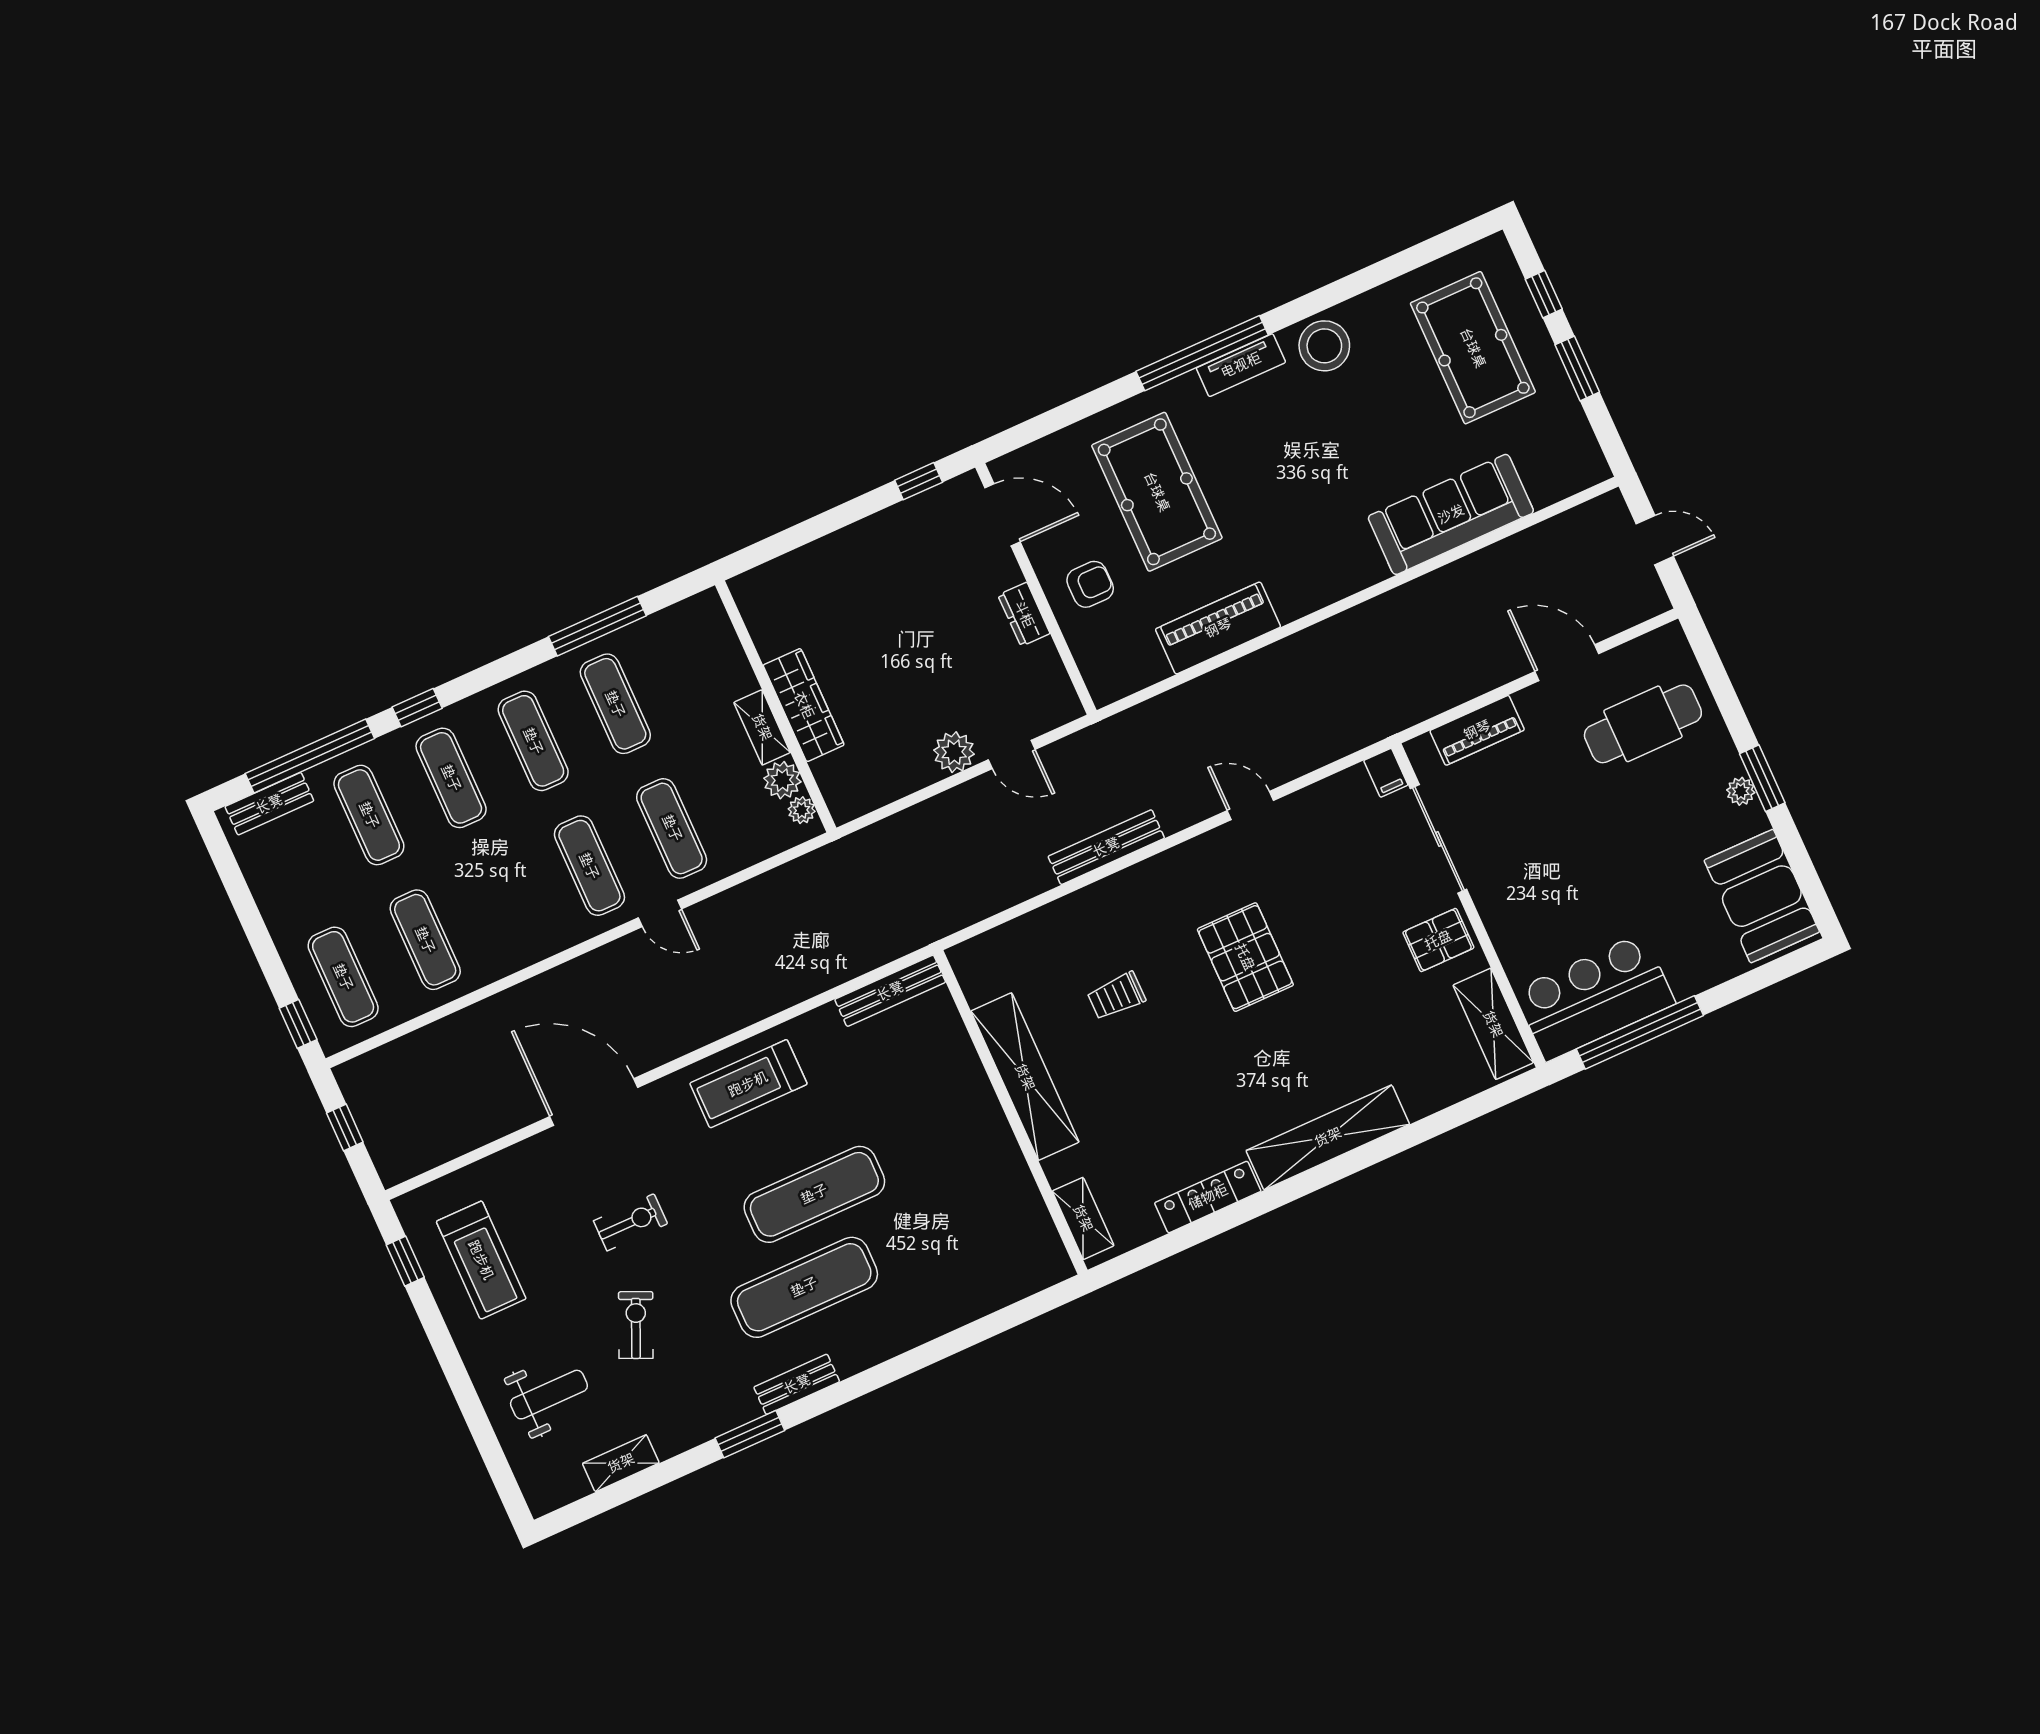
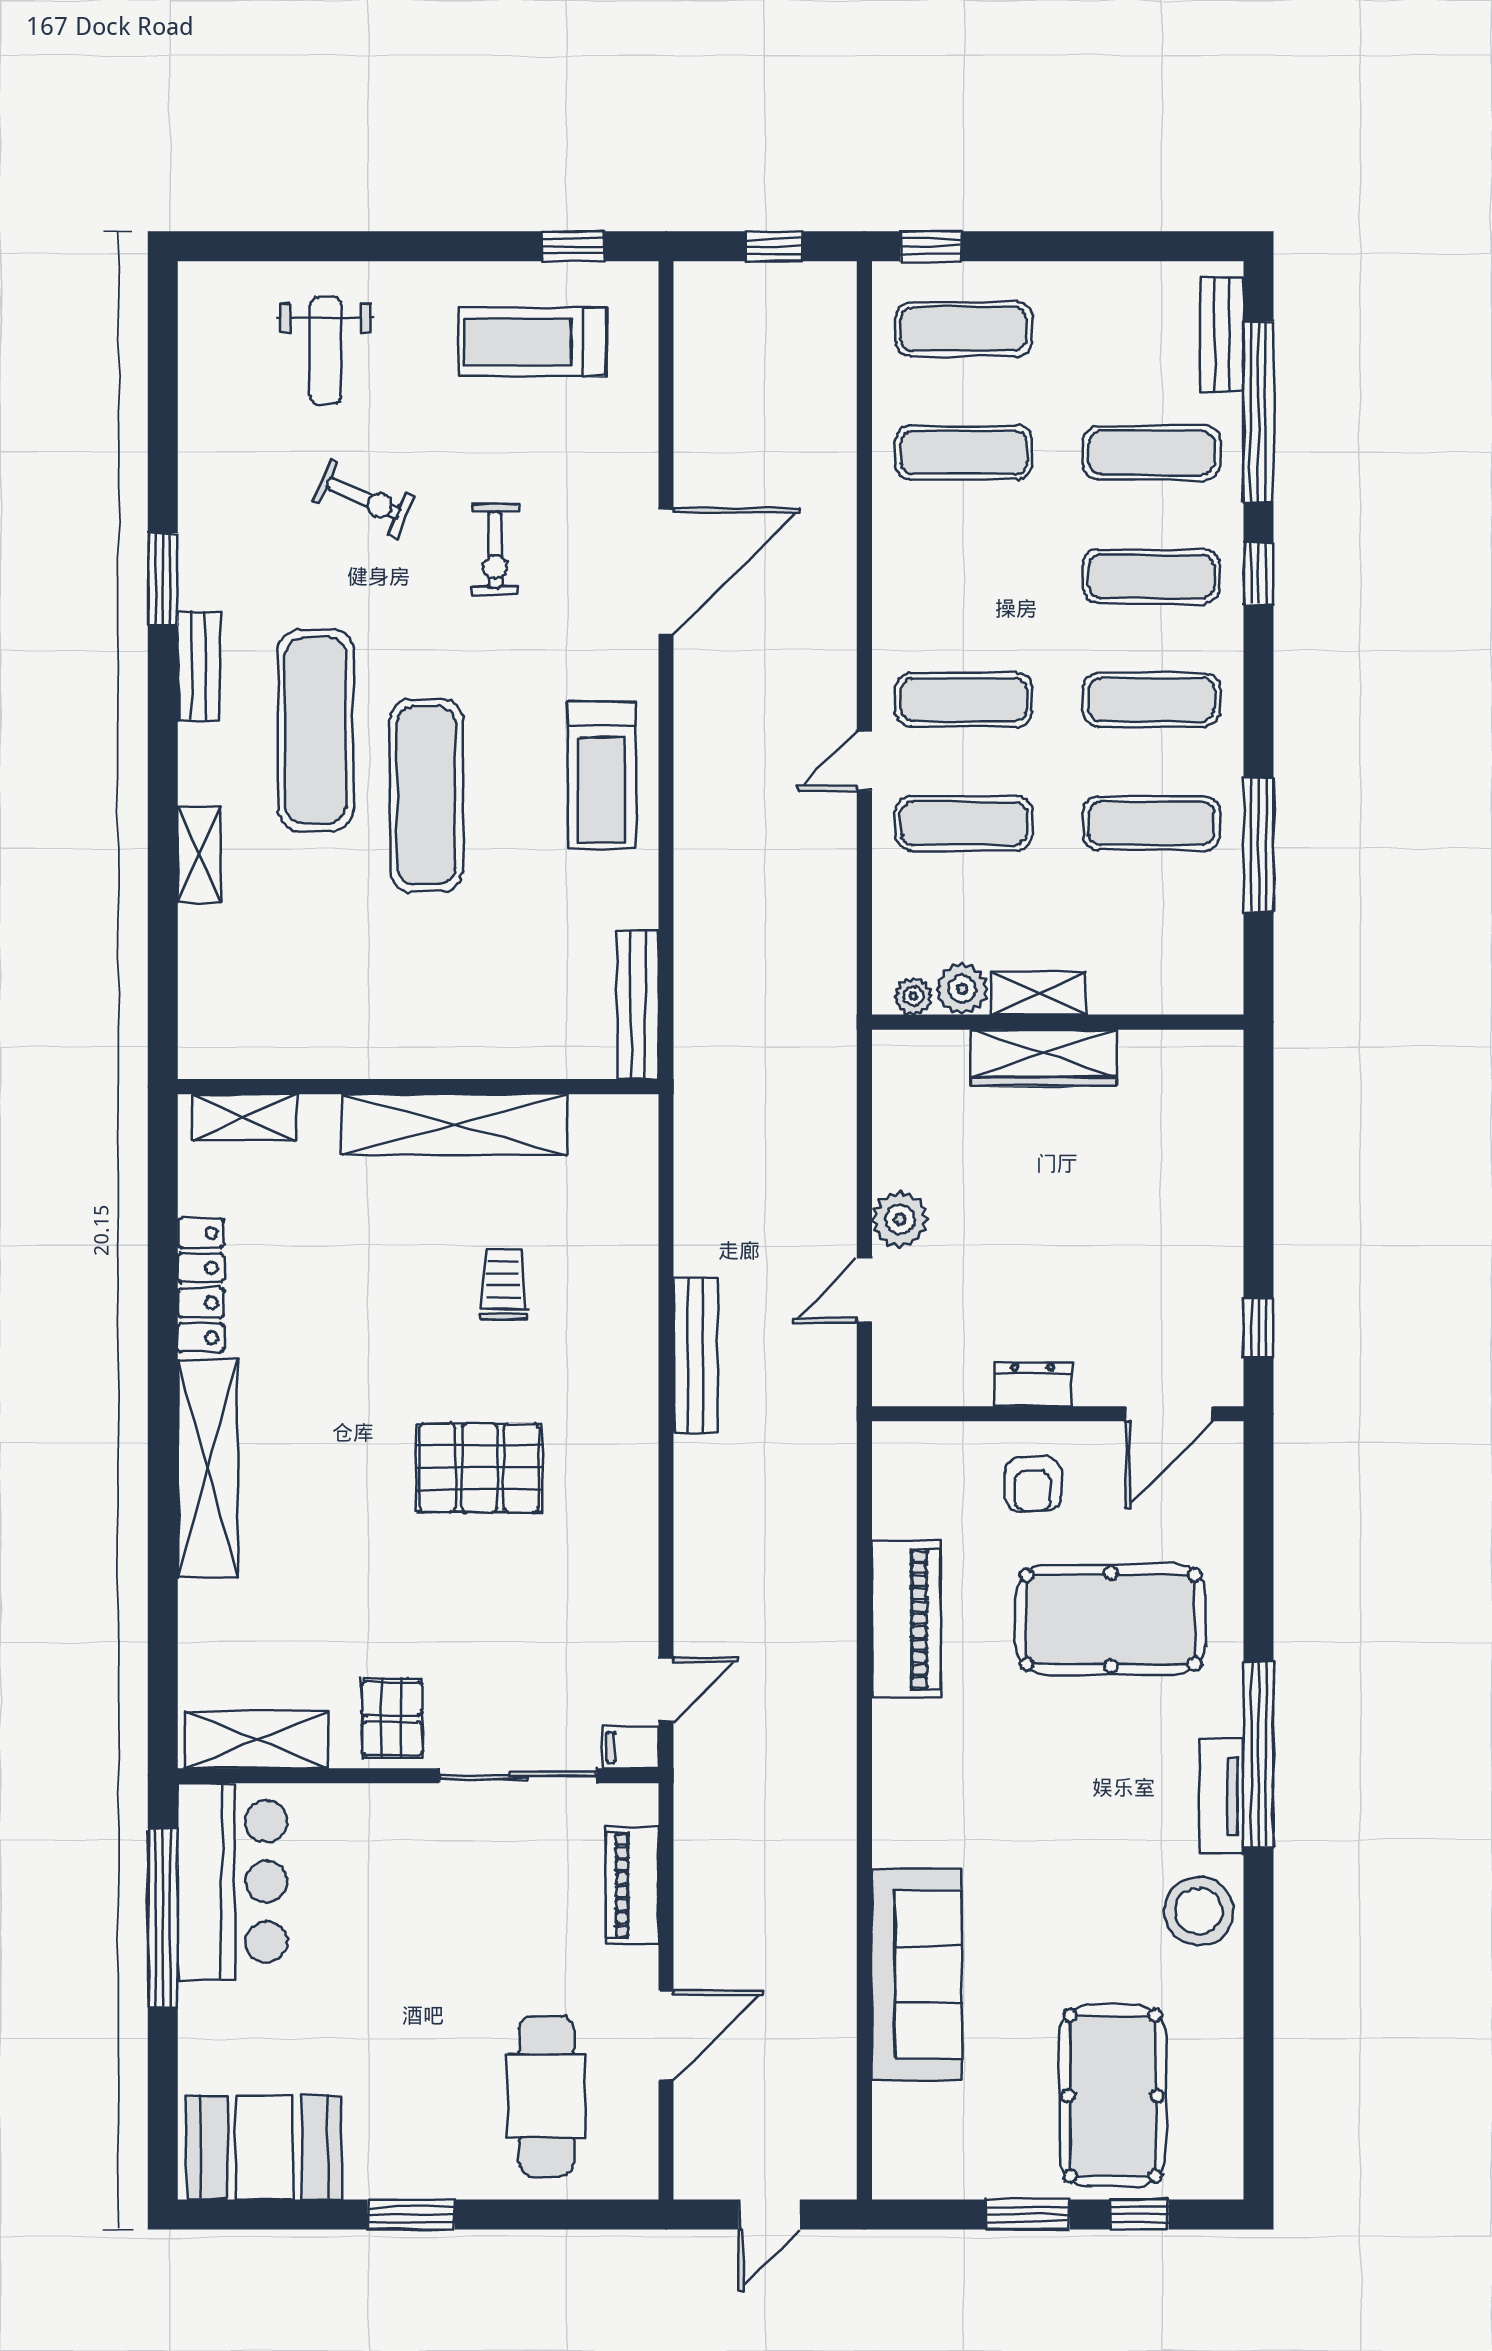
pool table: (1473, 348) -> (1113, 2096), turned 90
plant: (1741, 791) -> (407, 2180), removed
door: (1250, 805) -> (666, 1690), moved
treadmill: (748, 1084) -> (602, 775), turned 180
shelving: (621, 1463) -> (199, 855), moved

